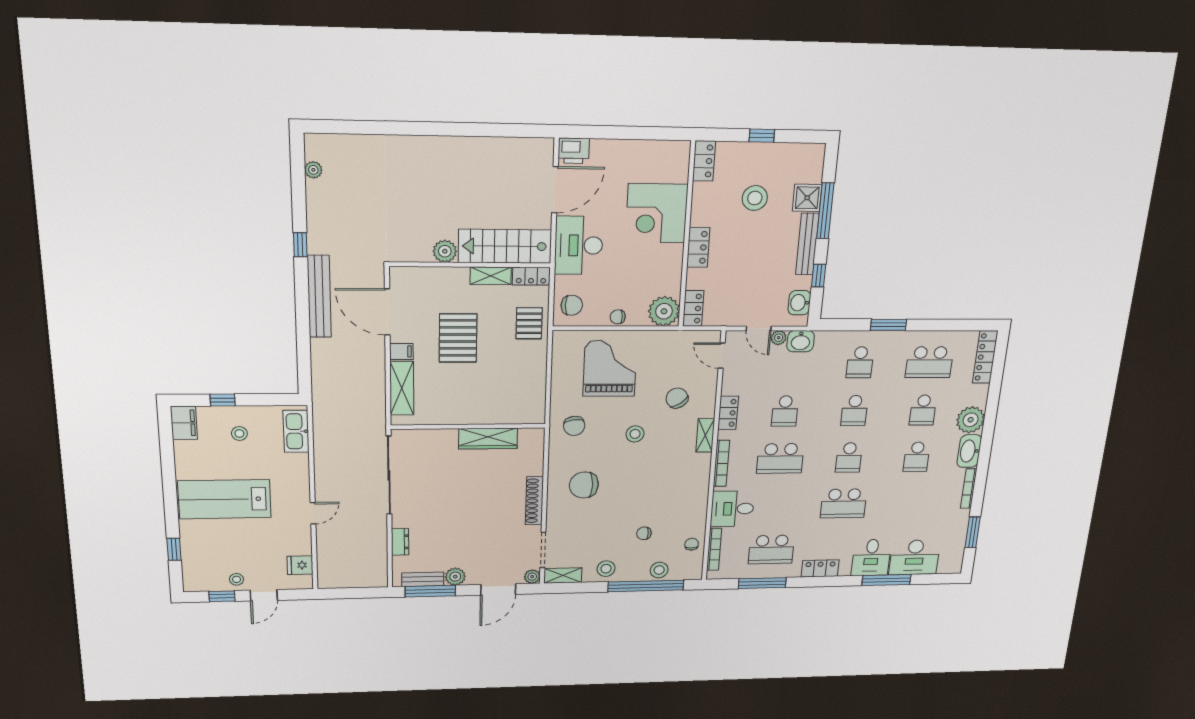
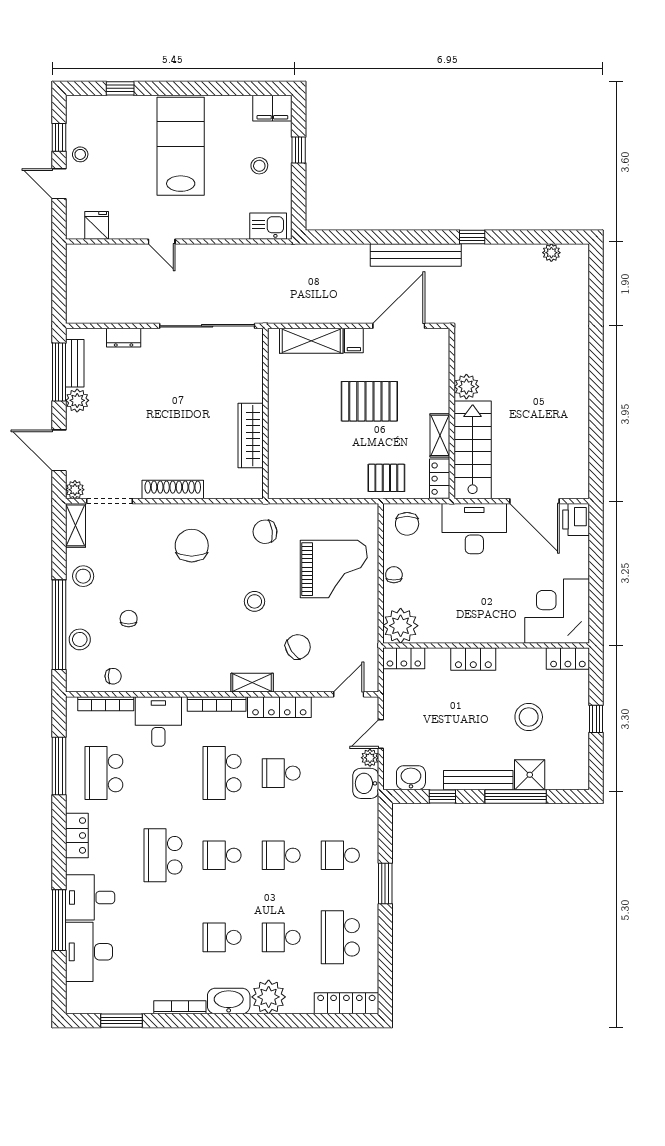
corner desk: (657, 213) -> (557, 611), moved
locker: (728, 413) -> (279, 707), width x1.53
kitchen sink: (296, 431) -> (268, 226), width x0.73

